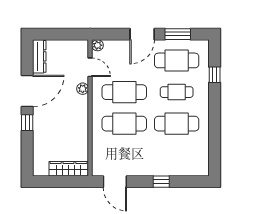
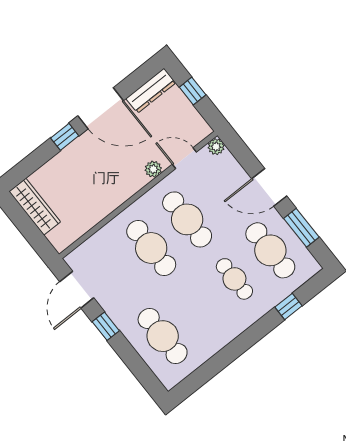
window: (57, 34) -> (193, 91), added
door: (90, 67) -> (184, 158), swing flipped
cafe table: (177, 124) -> (163, 336), moved
wardrobe: (68, 169) -> (35, 207), moved
window: (161, 182) -> (106, 326), moved

